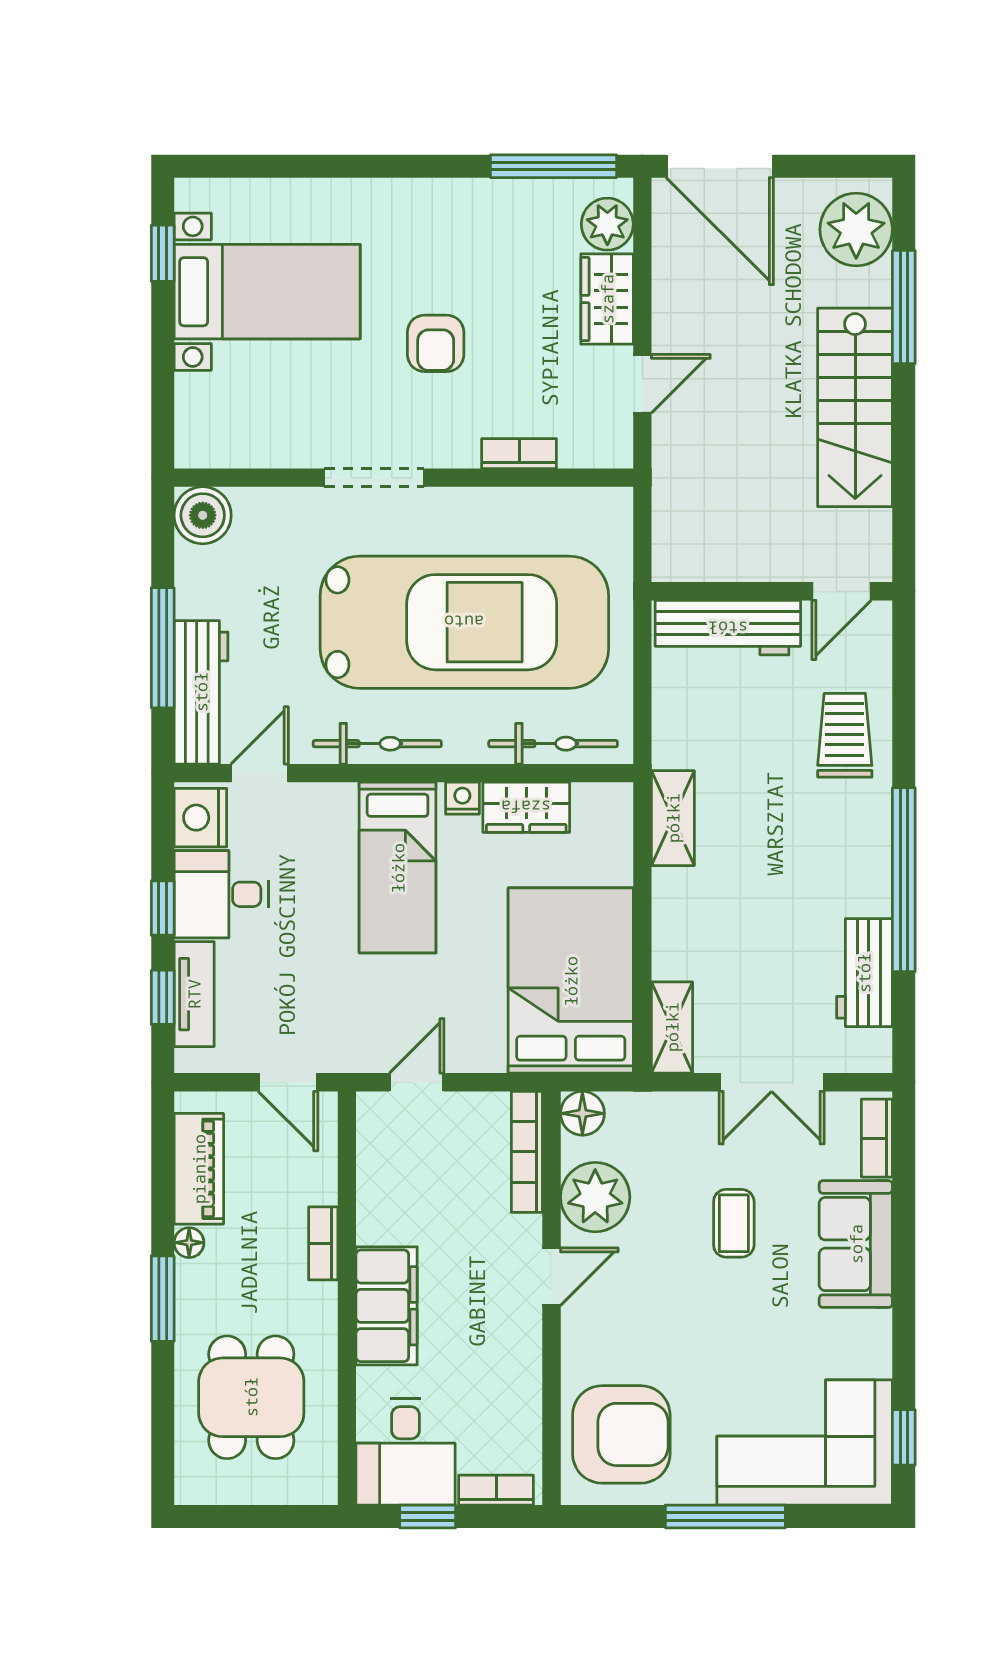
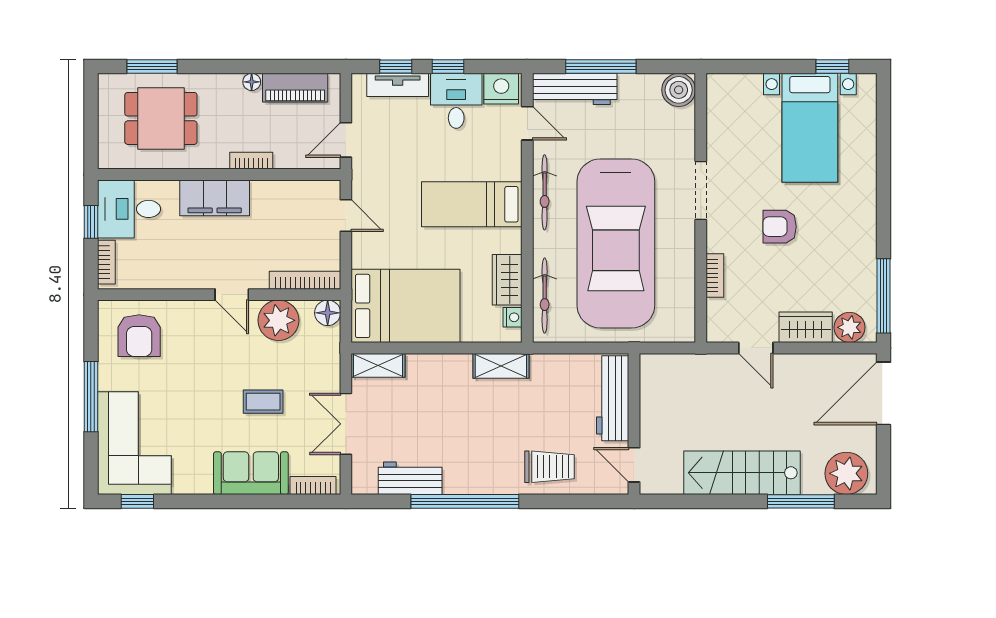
nightstand: (462, 798) -> (513, 317), moved
window: (163, 1299) -> (152, 66), moved
armchair: (621, 1434) -> (139, 336), width x0.73, depth x0.73

